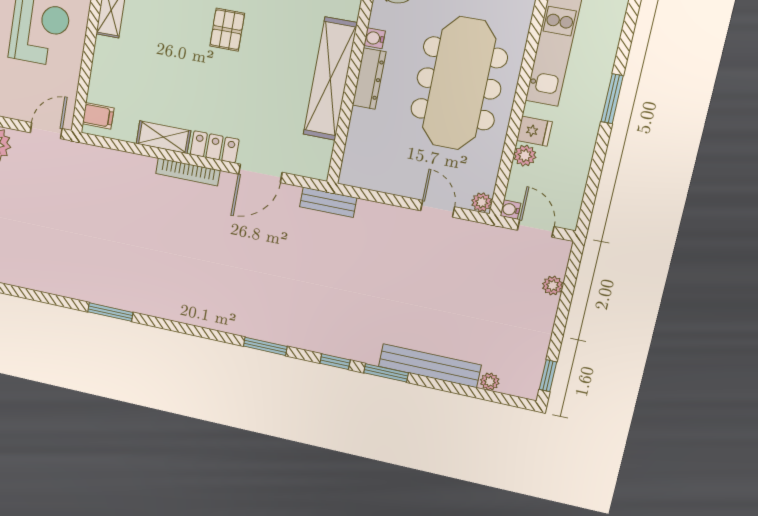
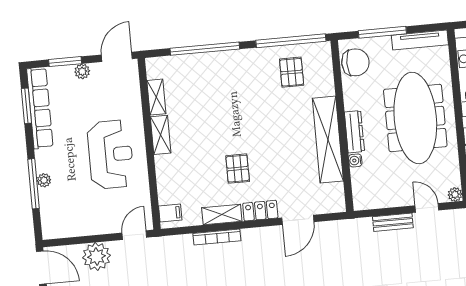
pallet: (227, 30) -> (238, 169), moved
water cooler: (375, 38) -> (355, 160), moved
bookcase: (188, 172) -> (217, 237), moved
bench: (328, 202) -> (393, 222), moved

